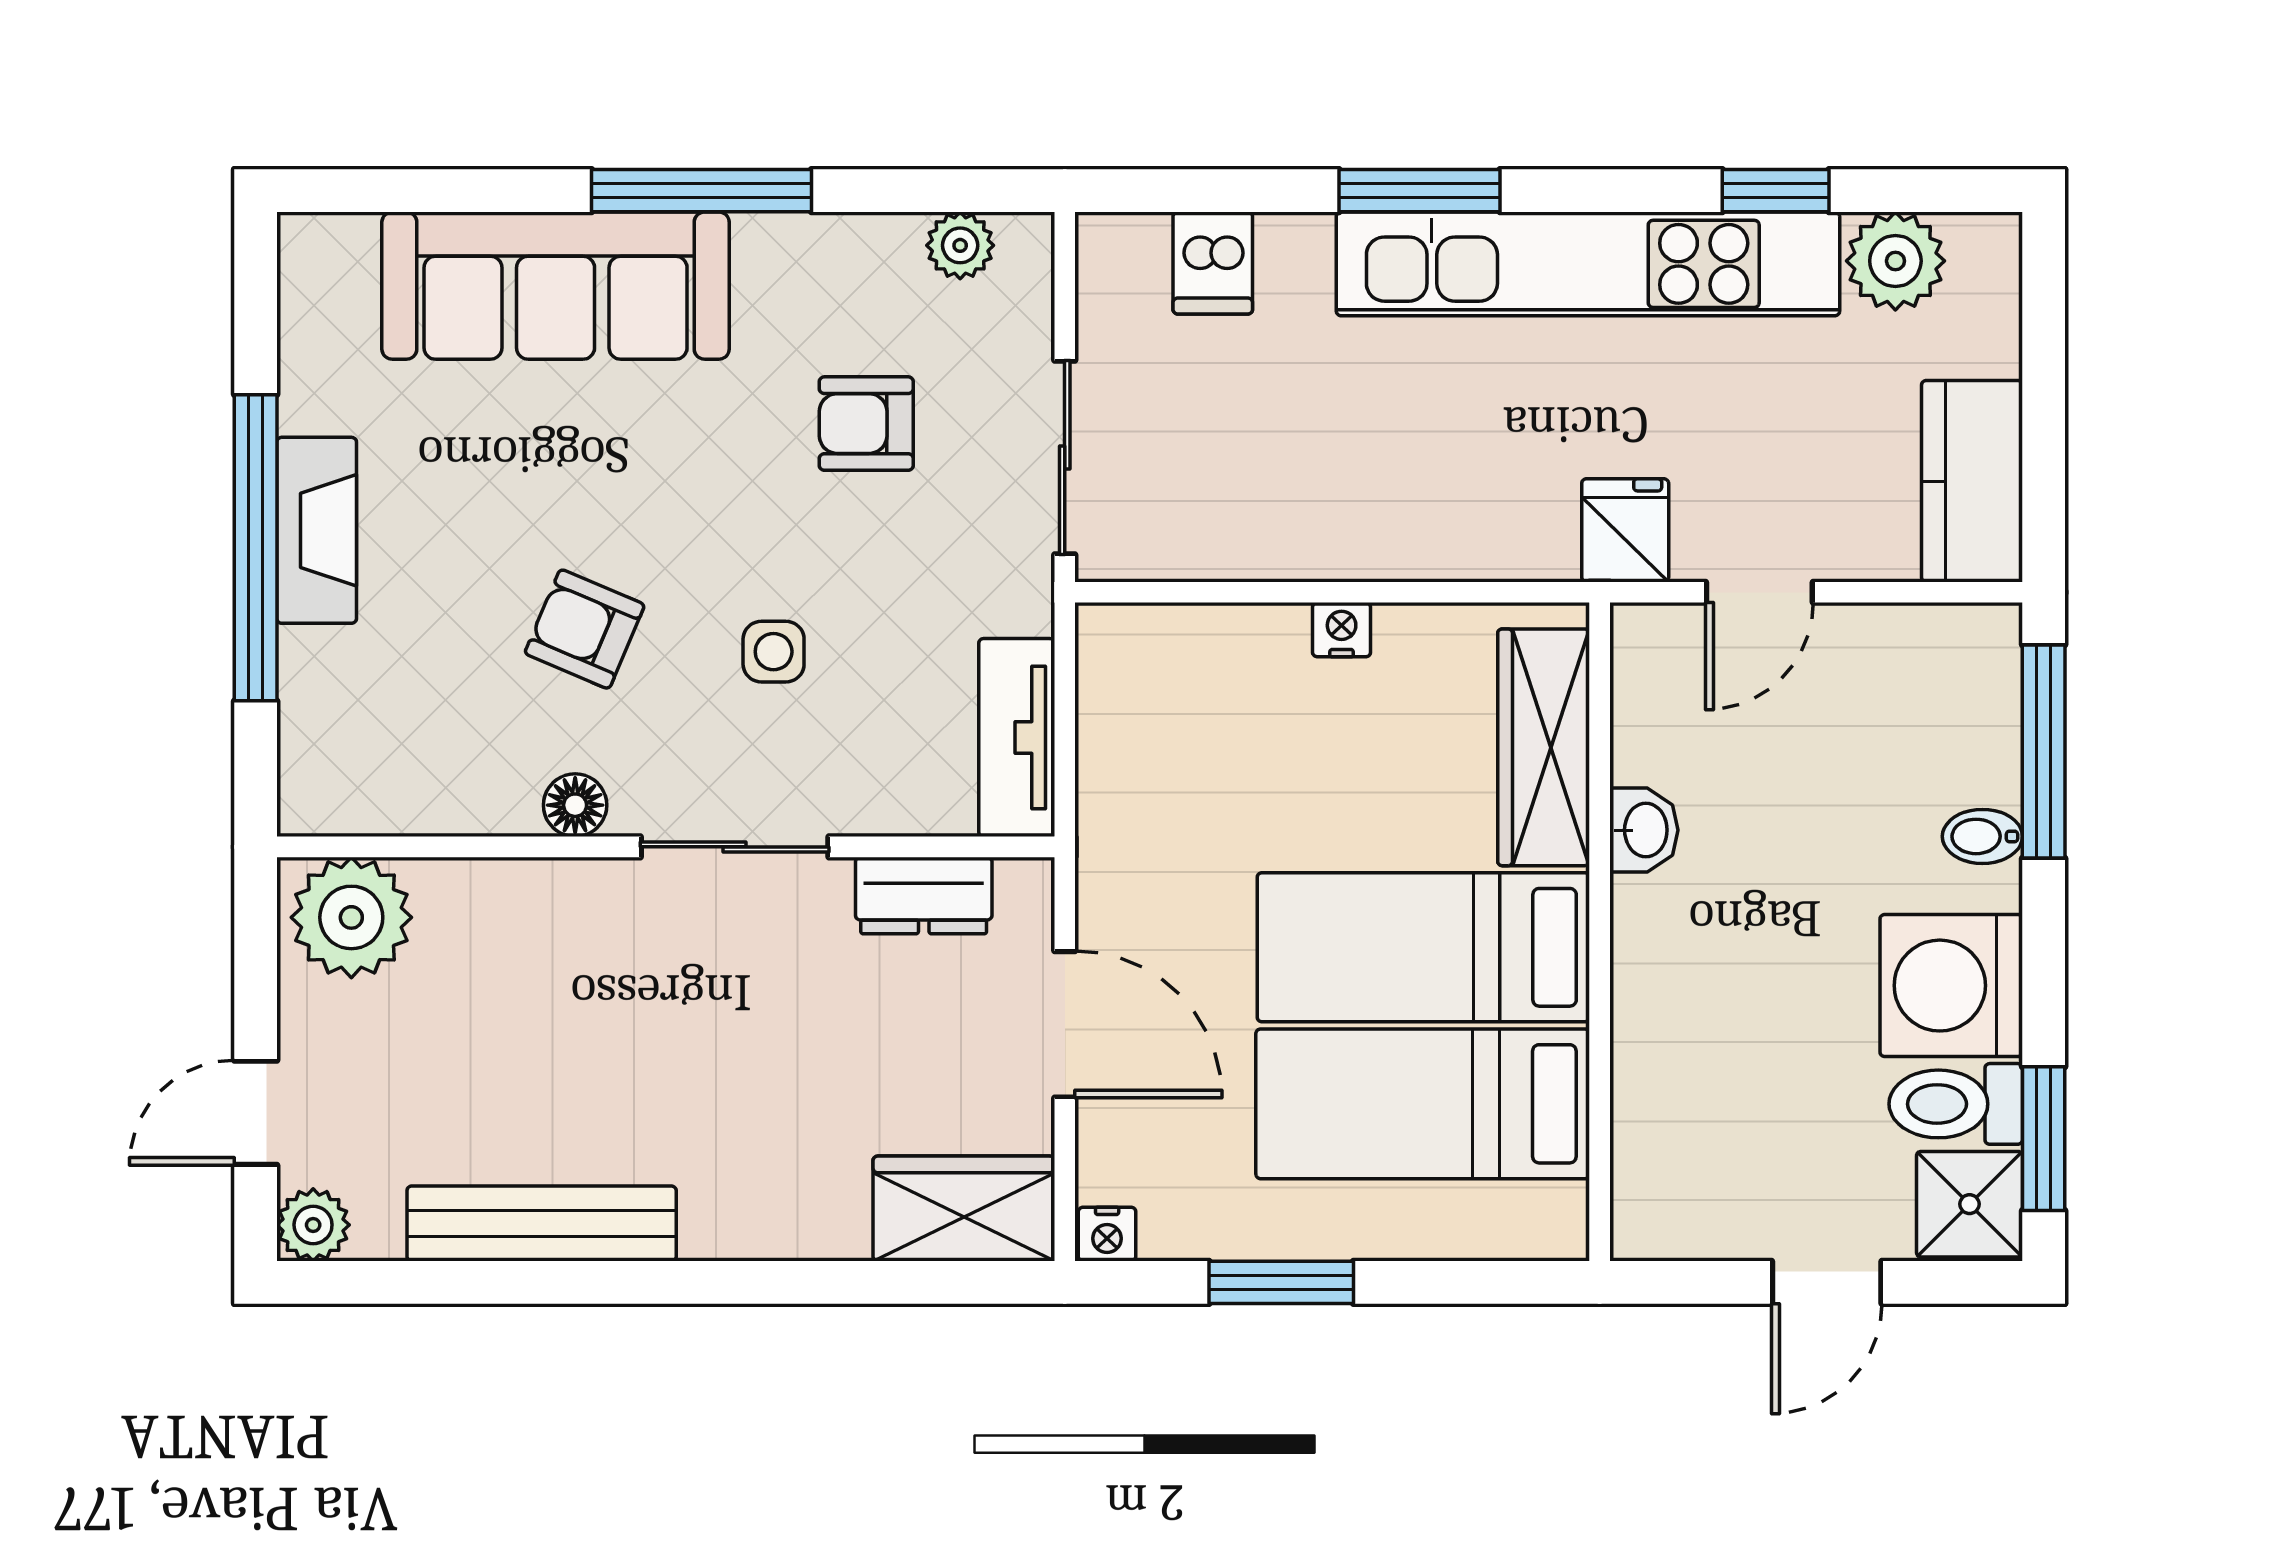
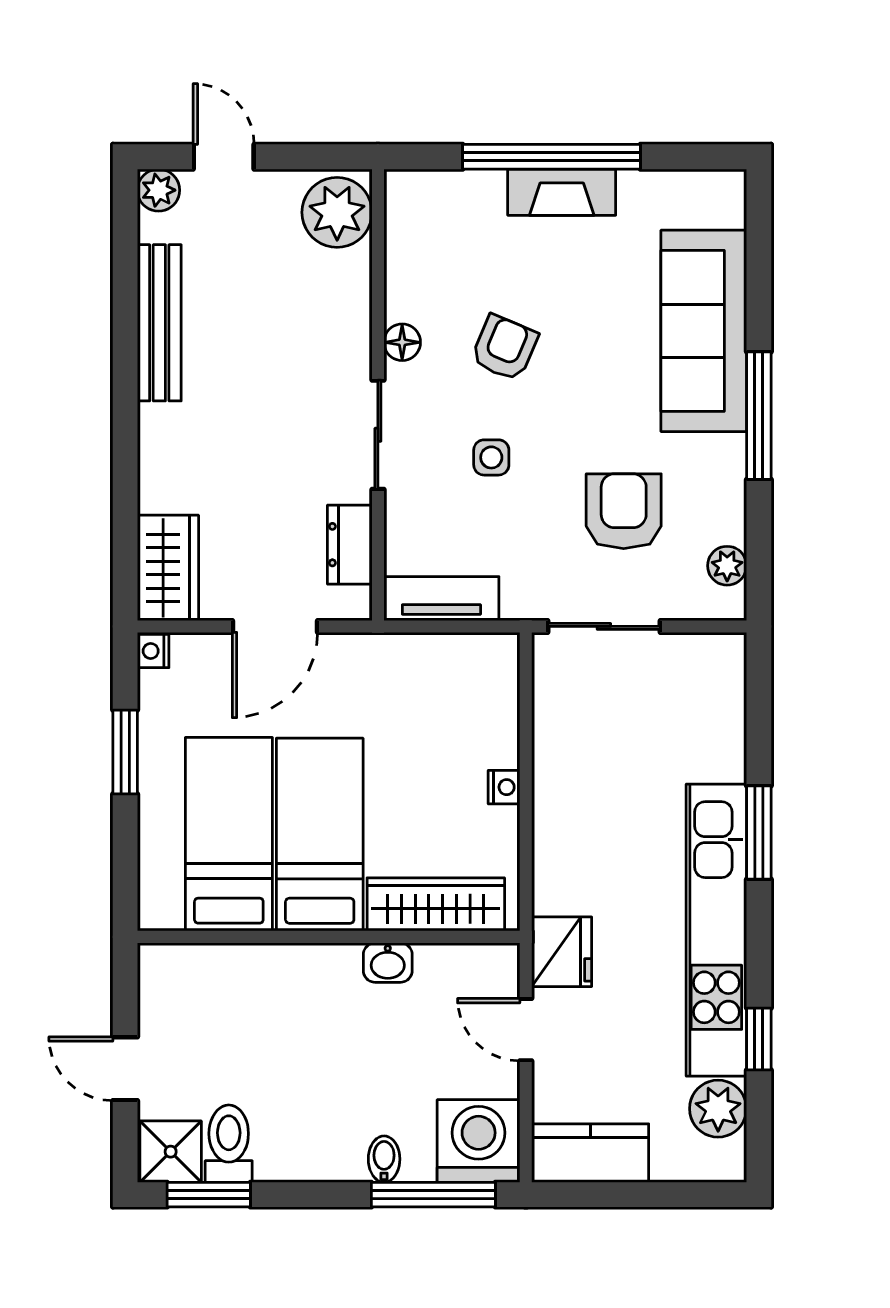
dishwasher: (1213, 263) -> (717, 712), removed
armchair: (866, 424) -> (624, 511), width x1.38, depth x1.38
fridge: (1625, 530) -> (562, 952), width x1.38
washing machine: (1951, 986) -> (479, 1141), moved

